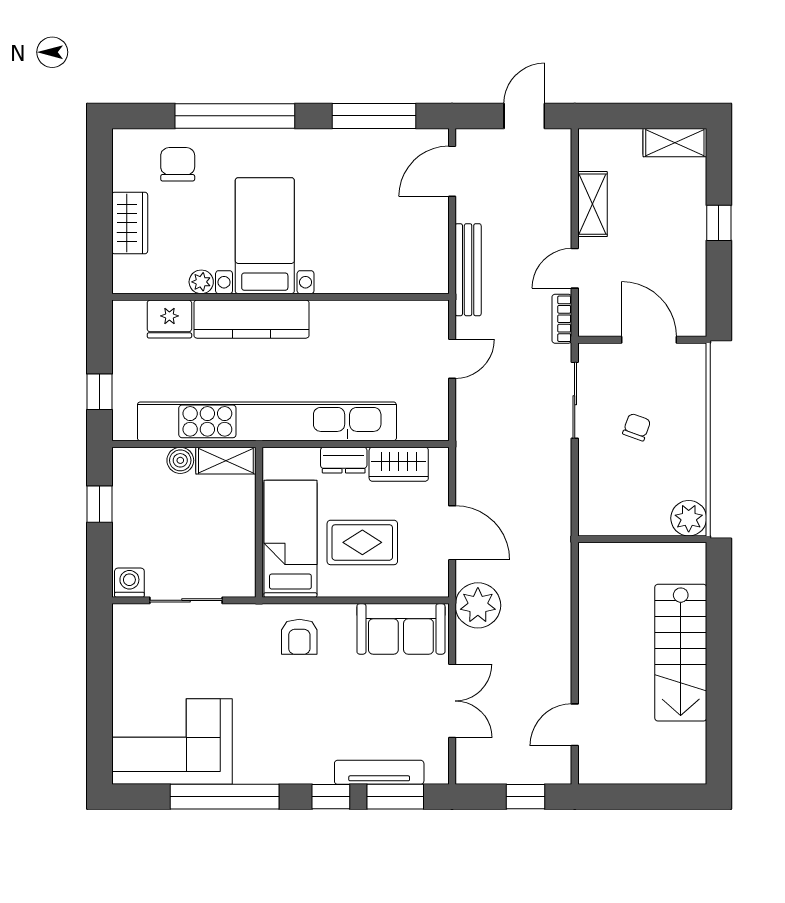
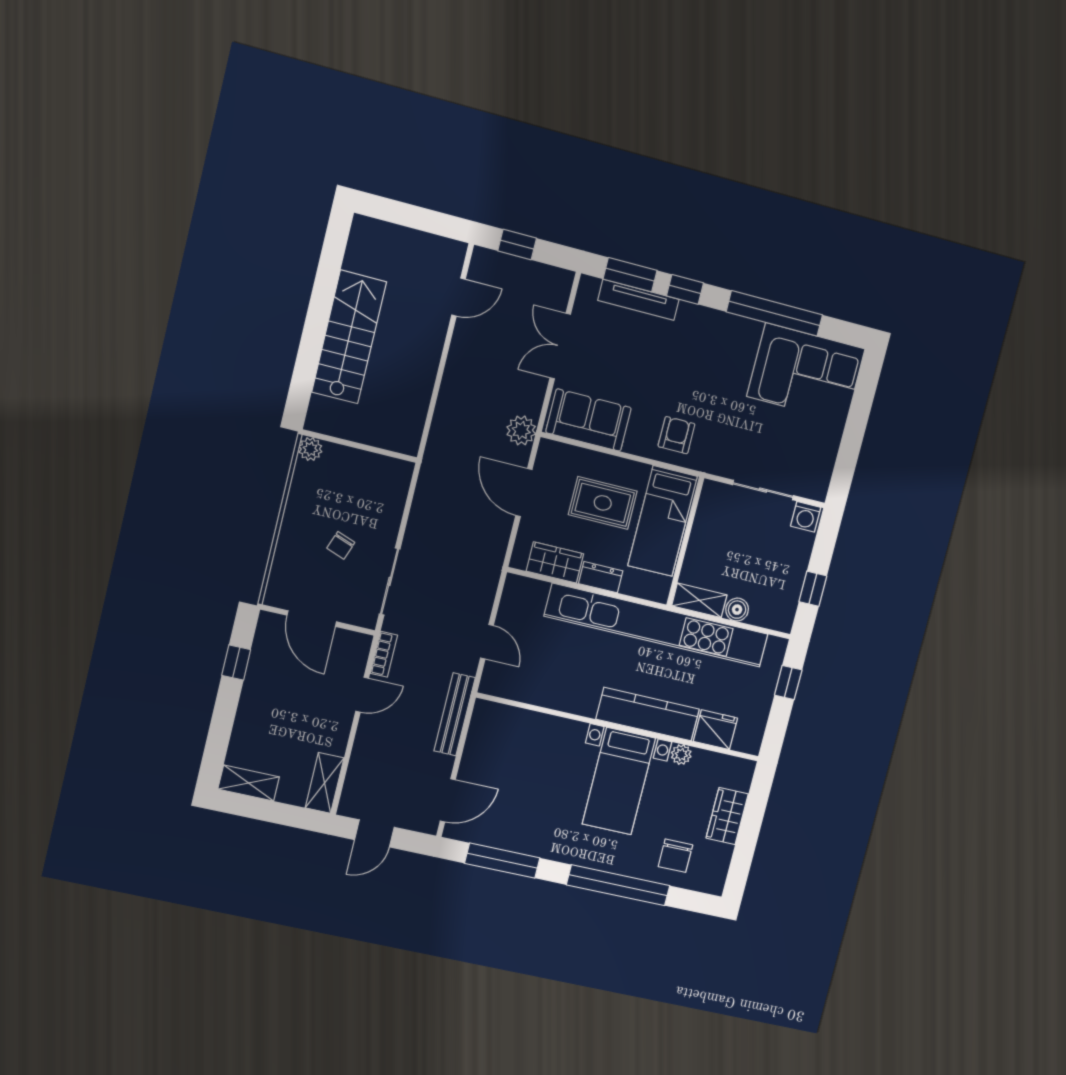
shelving: (592, 204) -> (325, 783), moved
window: (719, 223) -> (236, 663), moved
door: (452, 359) -> (487, 642), swing flipped
plant: (689, 518) -> (310, 449), width x0.73, depth x0.73
plant: (478, 605) -> (521, 430), width x0.73, depth x0.73

